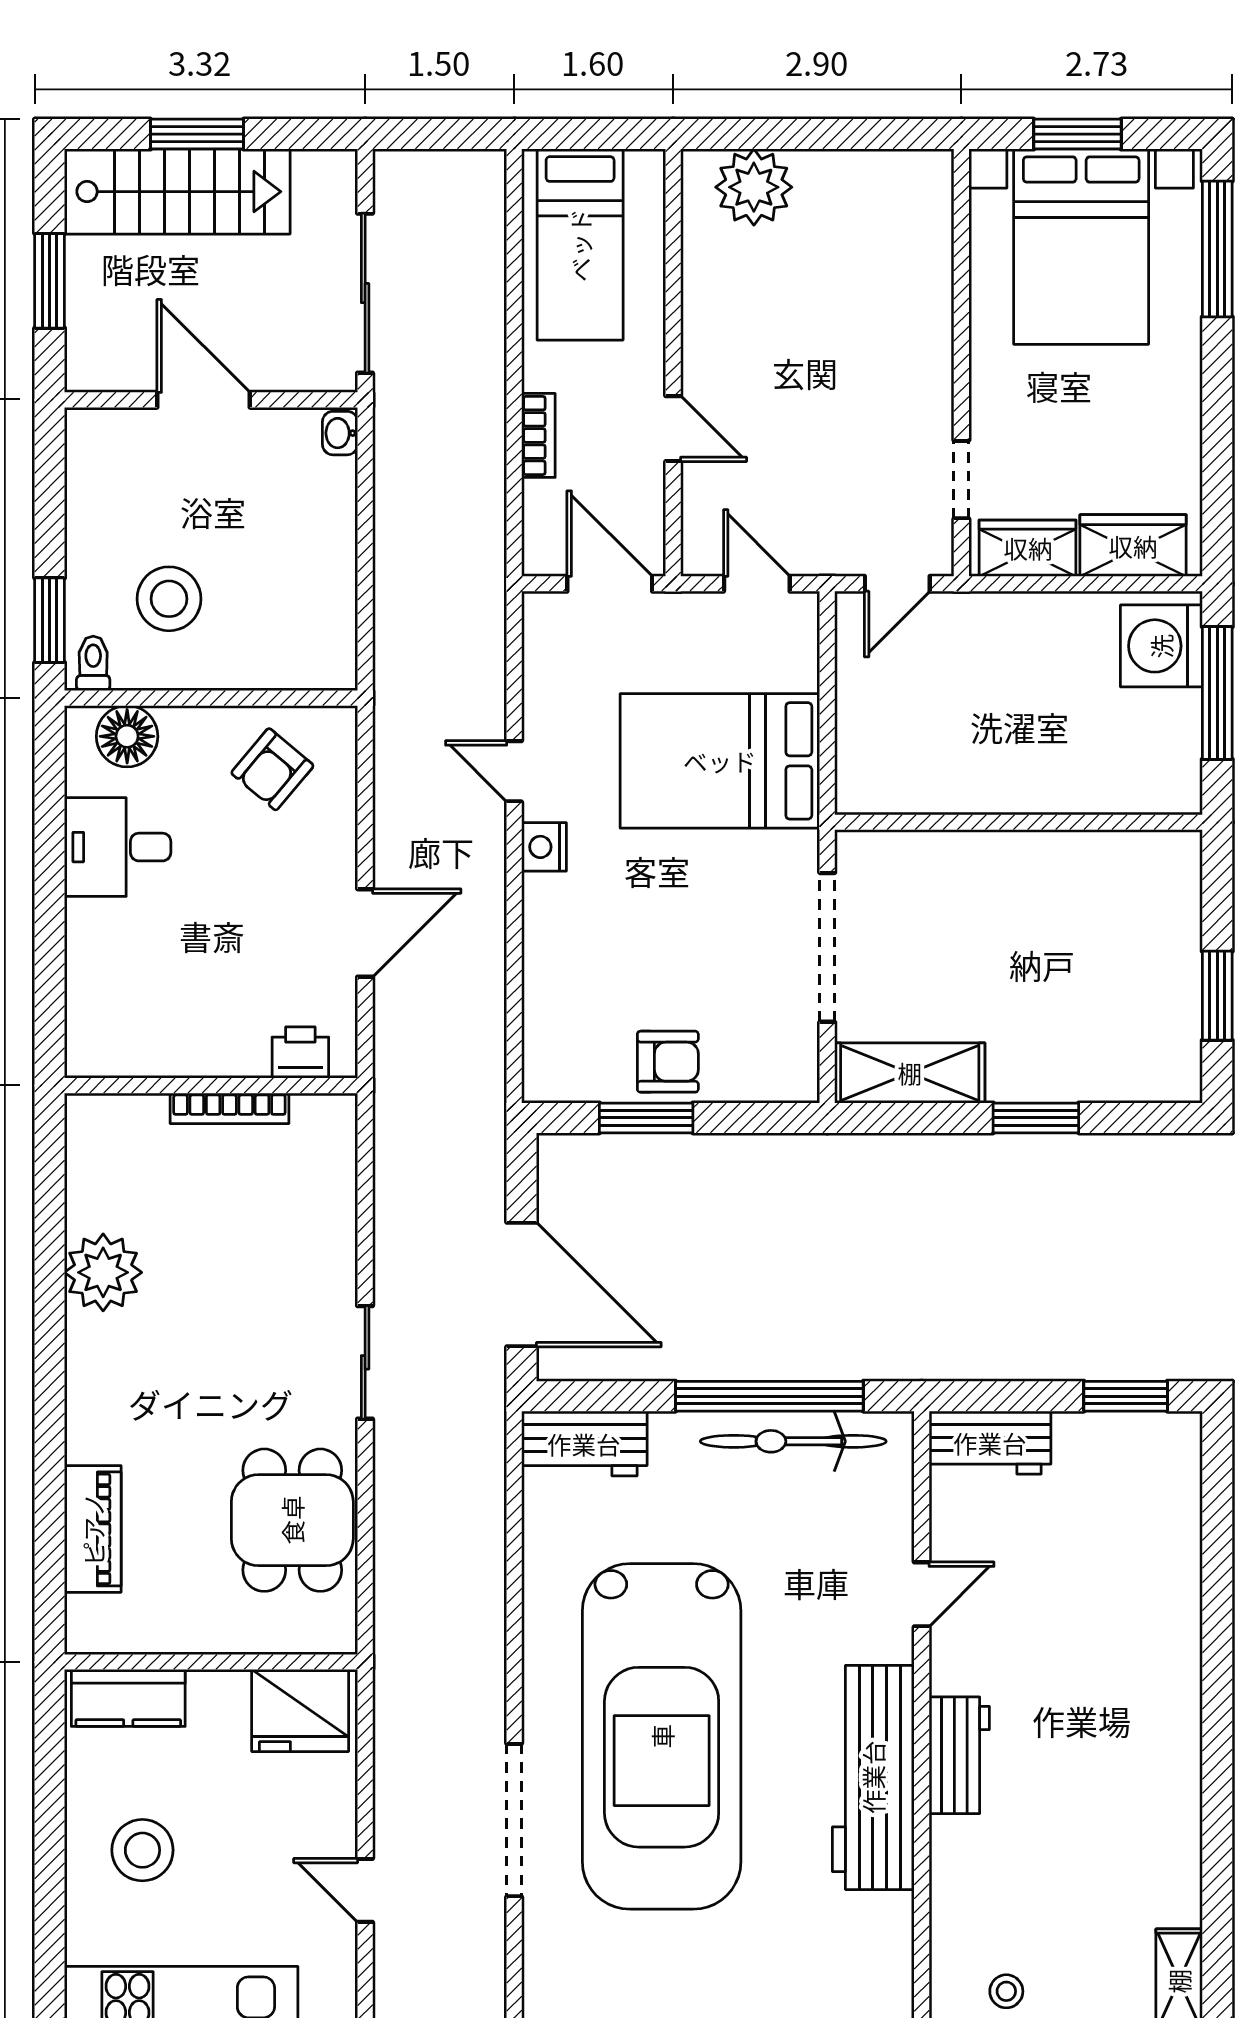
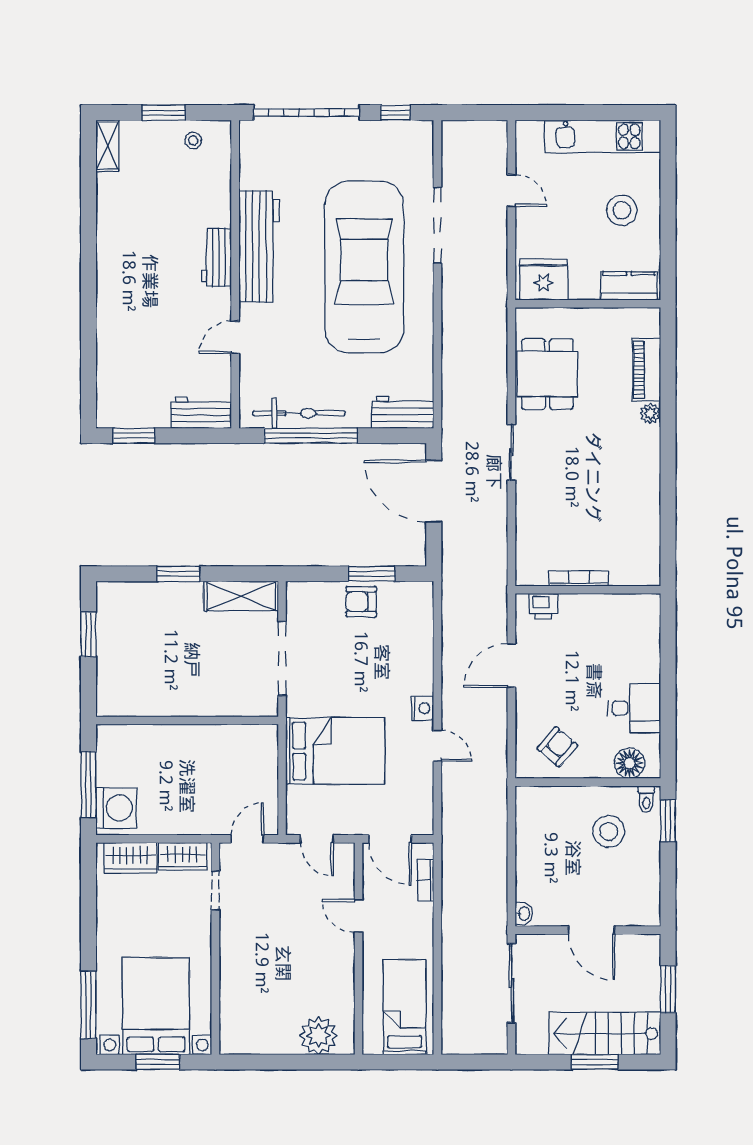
bookcase: (538, 435) -> (425, 880), moved
plant: (103, 1272) -> (650, 413), moved, width x0.53, depth x0.53

